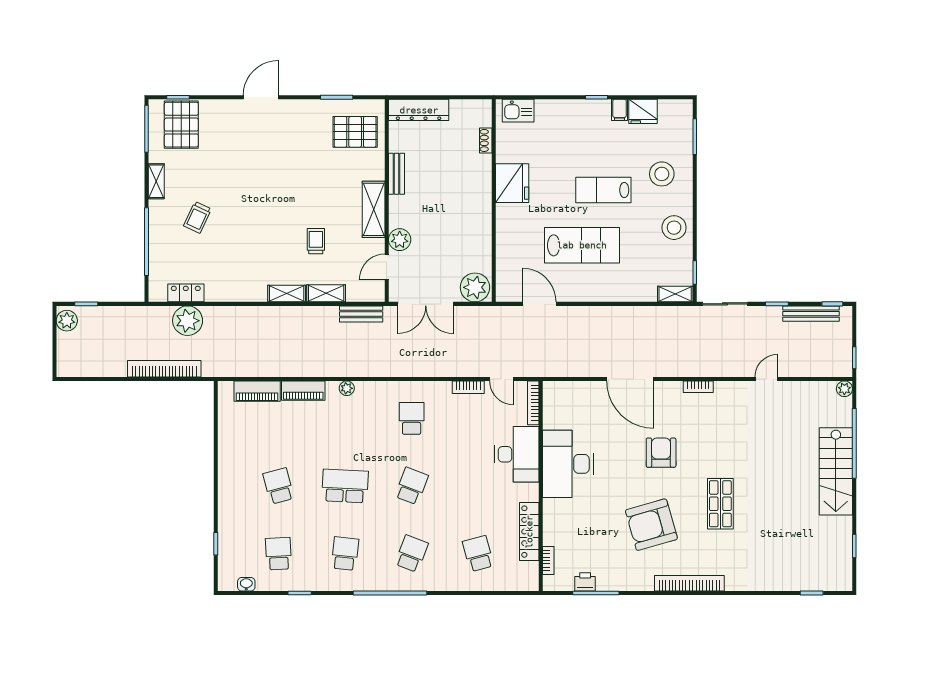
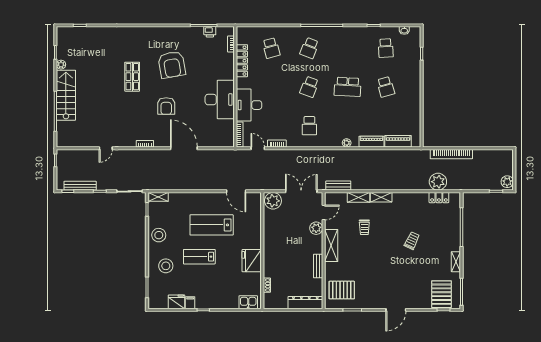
lab bench: (603, 190) -> (199, 257), turned 180
trolley: (197, 217) -> (412, 241), moved
plant: (844, 389) -> (61, 65), moved
armchair: (651, 525) -> (172, 65), turned 96
school desk: (345, 554) -> (348, 48), removed
bookcase: (689, 583) -> (150, 31), removed

